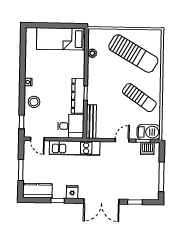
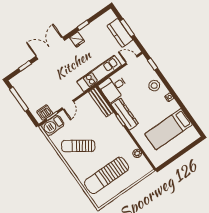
bed: (61, 39) -> (169, 129), moved, turned 180
sun lounger: (133, 54) -> (107, 175), turned -30
kitchen counter: (38, 191) -> (120, 33), moved, turned 90

